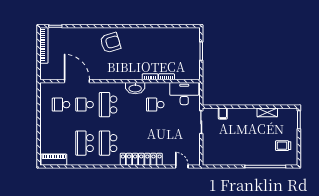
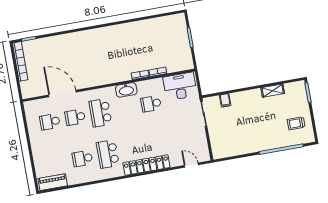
armchair: (110, 43) -> (91, 46), removed
school desk: (85, 143) -> (82, 159), width x0.54

